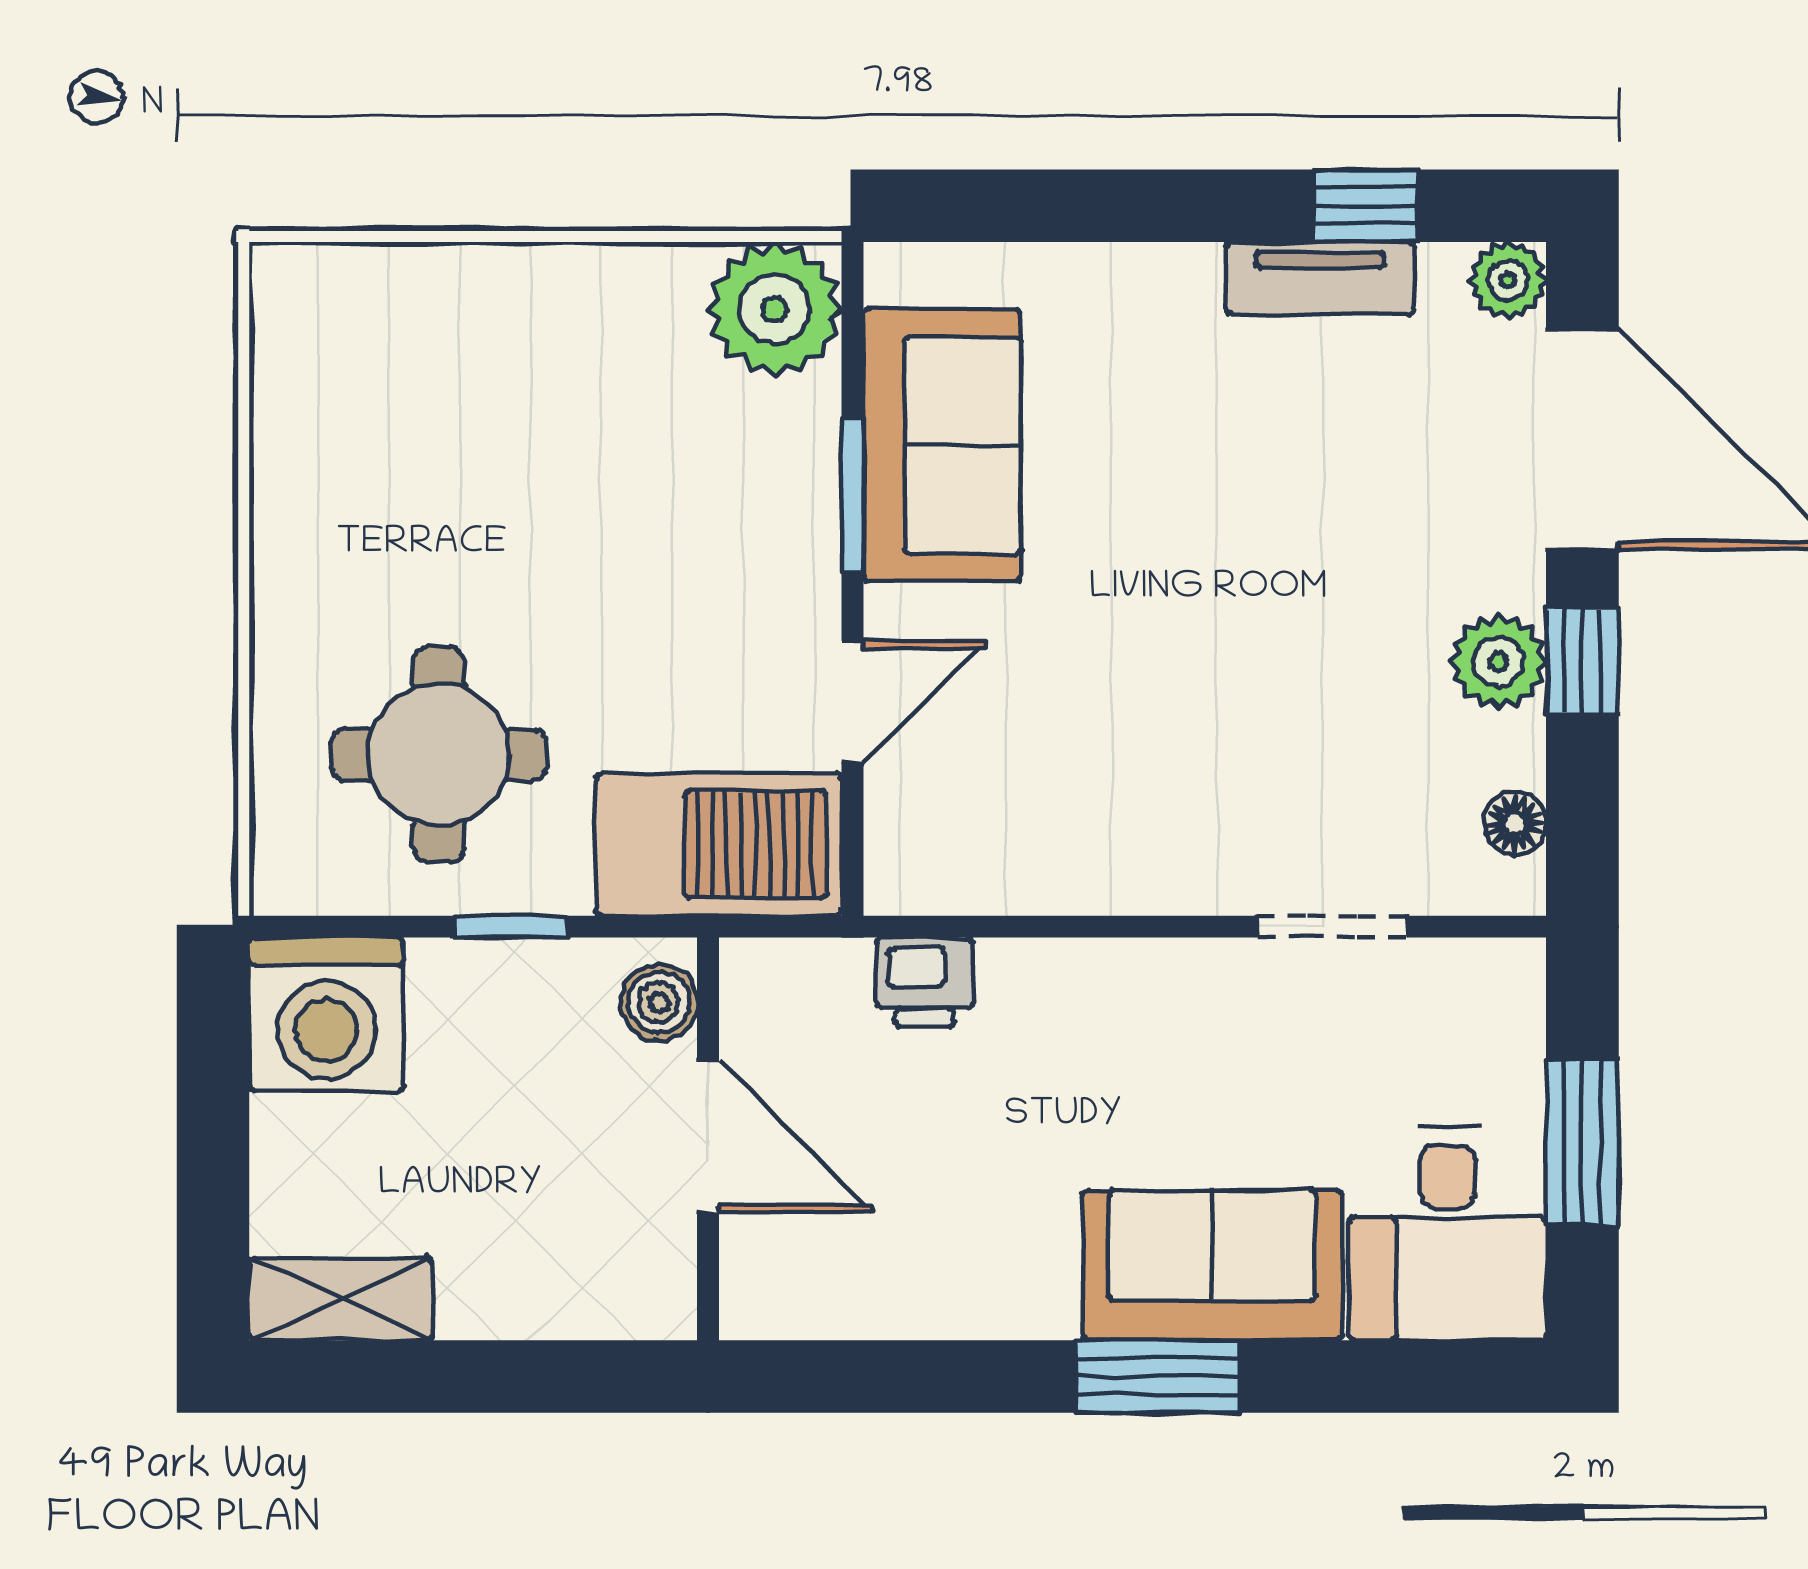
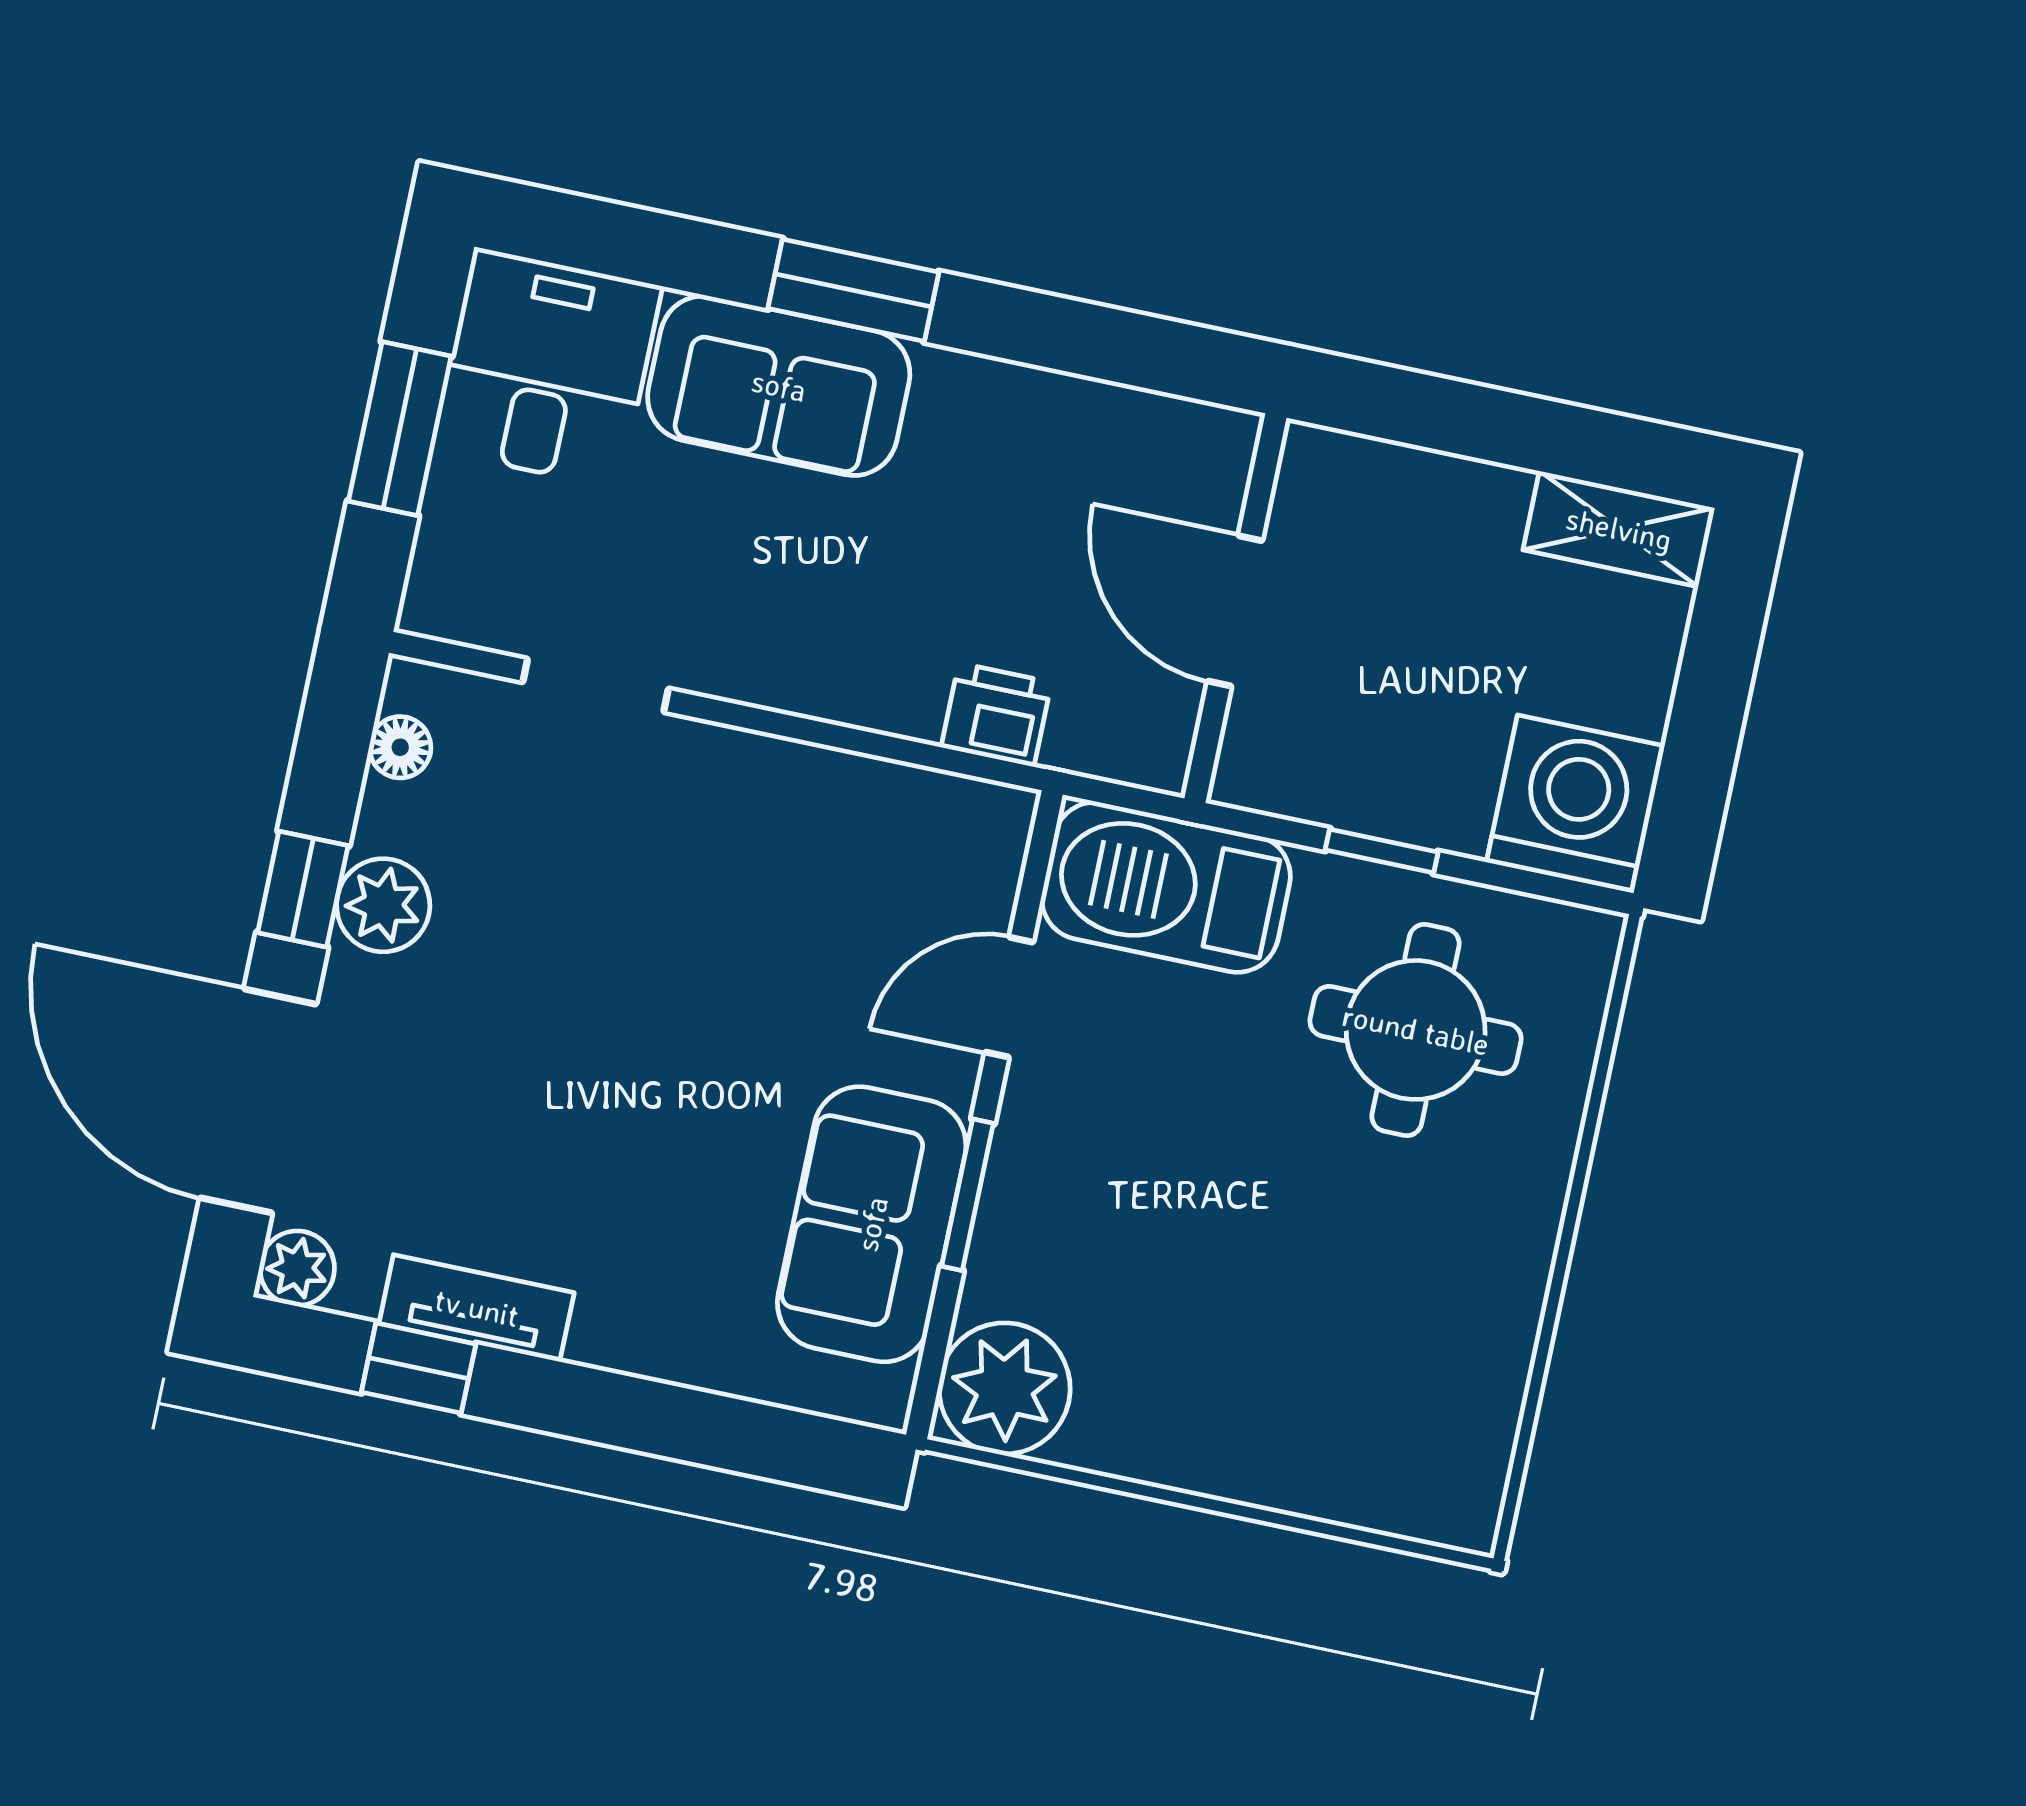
boiler: (659, 1002) -> (1255, 749), removed

